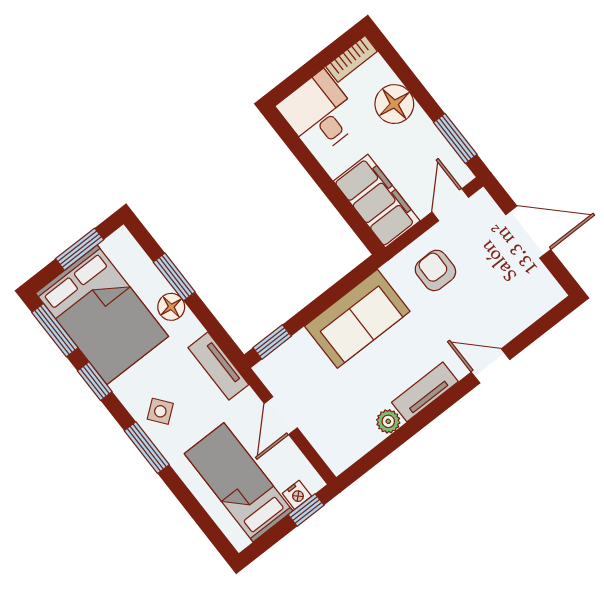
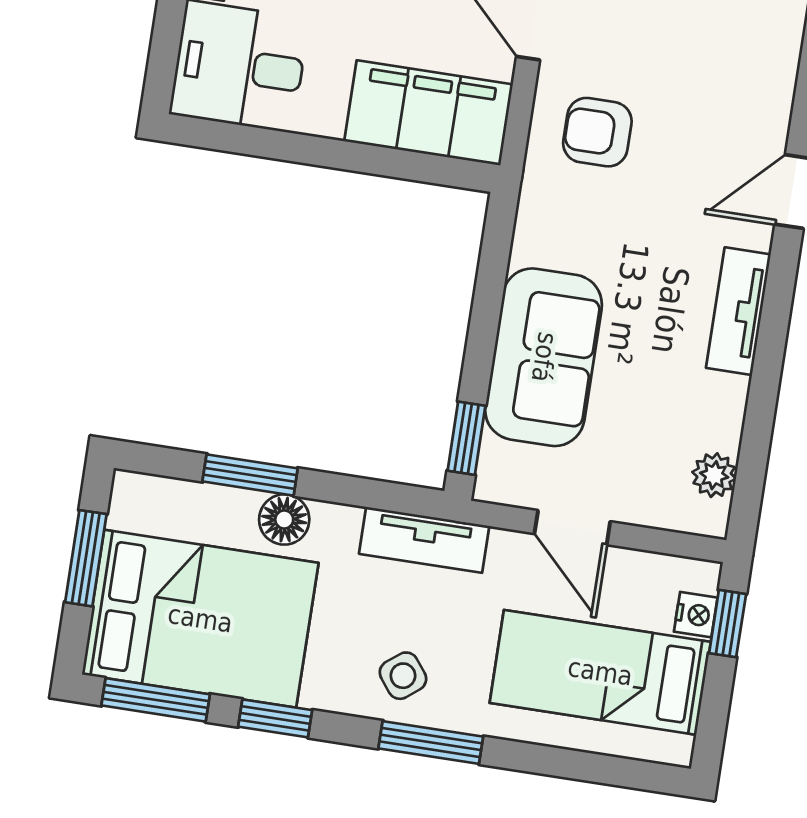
sofa: (357, 319) -> (544, 357), moved
plant: (388, 421) -> (714, 475), moved

